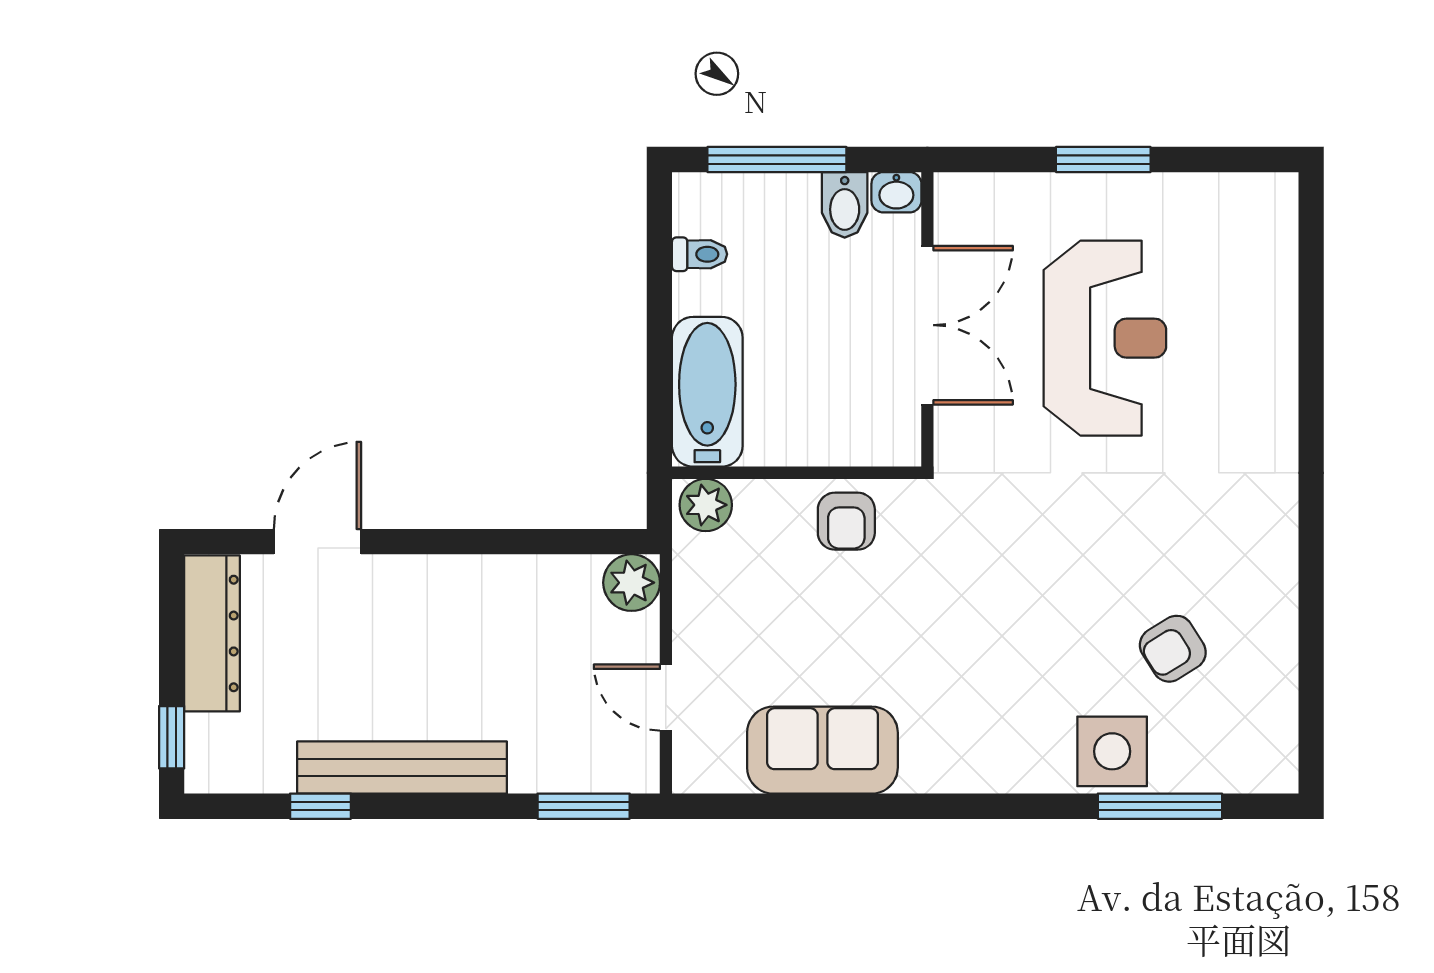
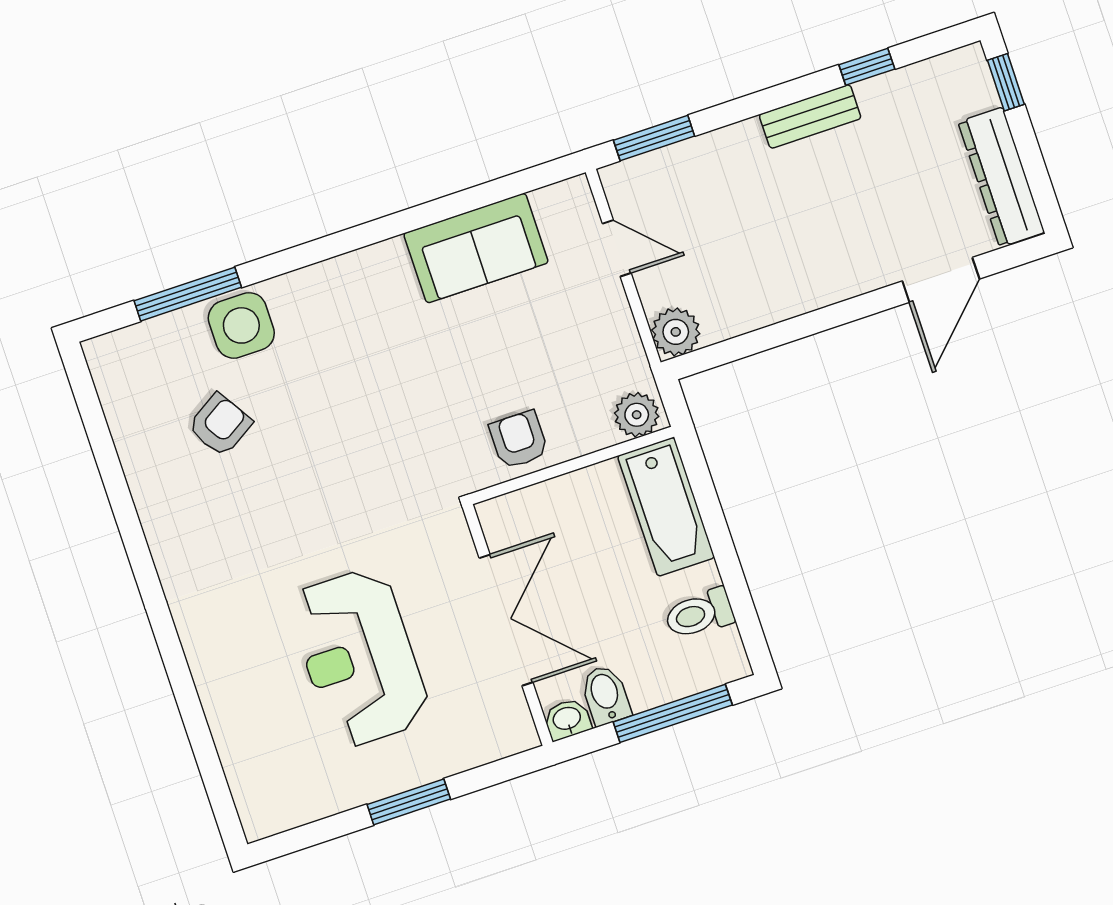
toilet: (700, 254) -> (699, 614), width x1.37, depth x1.39
double door: (927, 325) -> (506, 620), swing flipped
bench: (402, 768) -> (810, 116), width x0.54, depth x0.82

